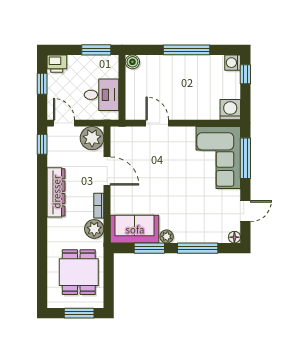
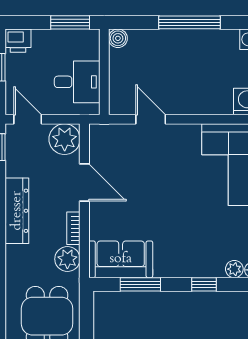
plant: (167, 236) -> (234, 269), moved
window: (198, 248) -> (204, 284), width x0.46

